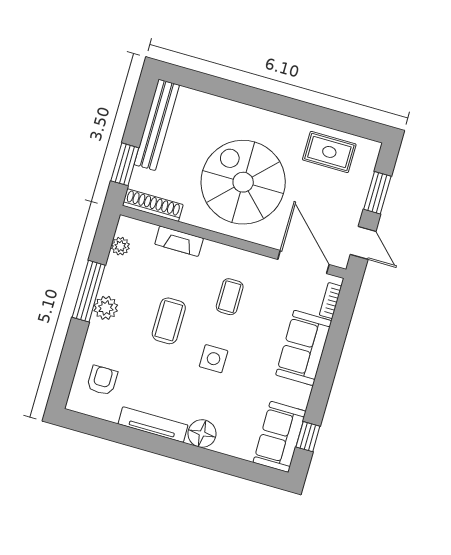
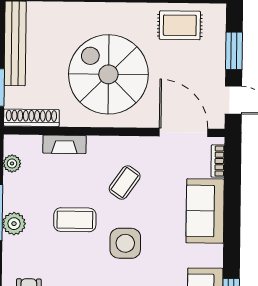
coffee table: (230, 297) -> (125, 183), turned 35
coffee table: (169, 321) -> (75, 220), turned 90
side table: (214, 359) -> (125, 243), width x1.37, depth x1.37

